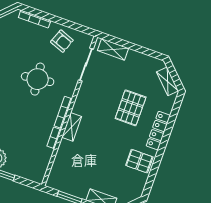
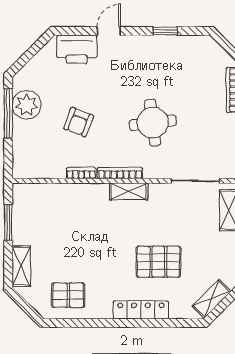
armchair: (62, 41) -> (78, 122), moved
shelving: (72, 127) -> (129, 191), moved
pallet: (139, 161) -> (68, 295), moved, turned 90

